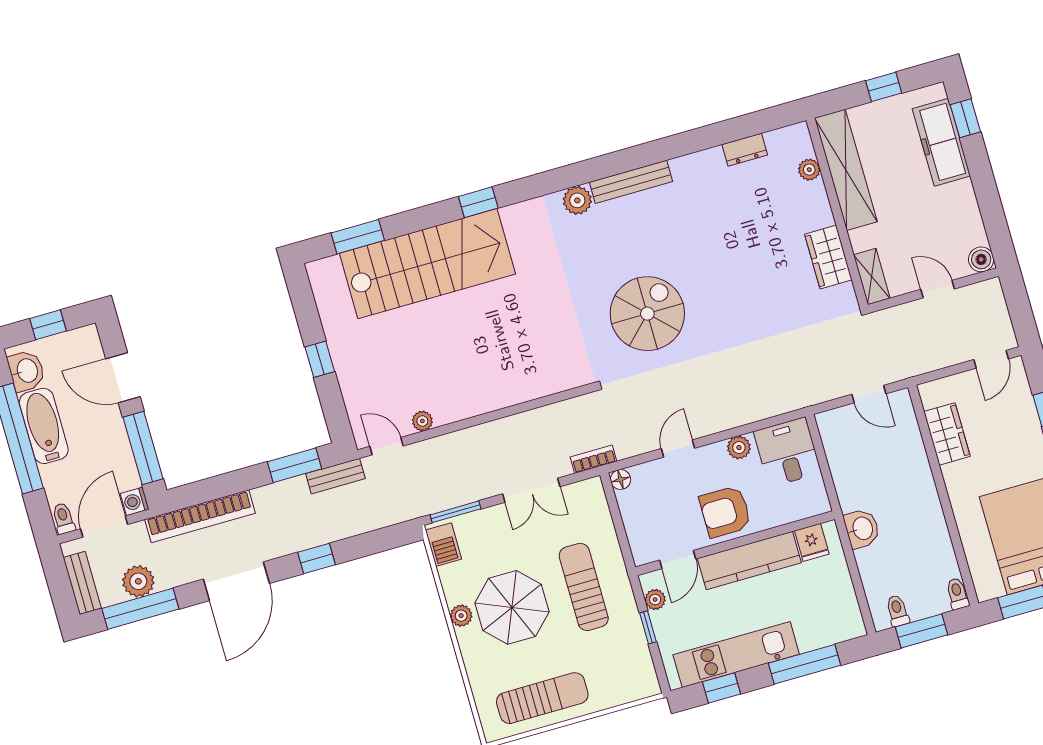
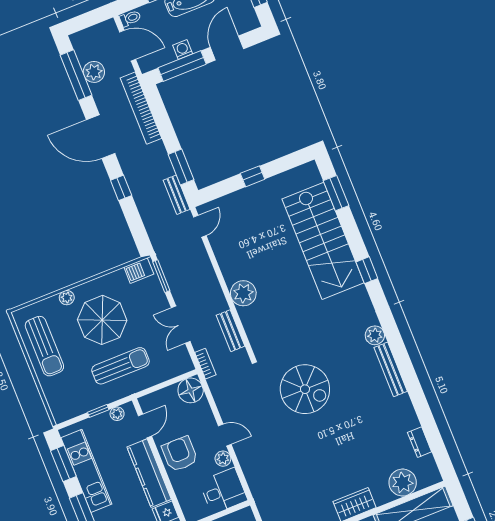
plant: (809, 170) -> (403, 483), width x1.88, depth x1.88
plant: (422, 421) -> (243, 293), moved, width x1.88, depth x1.88
door: (678, 448) -> (225, 435), moved
floor lamp: (621, 480) -> (191, 390), width x1.89, depth x1.89
washing machine: (135, 501) -> (183, 50), moved
door: (678, 560) -> (145, 426), swing flipped
bench: (82, 583) -> (231, 331), moved, turned 90
plant: (461, 616) -> (67, 298), moved
window: (722, 688) -> (63, 464), width x1.50

